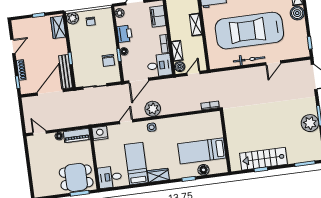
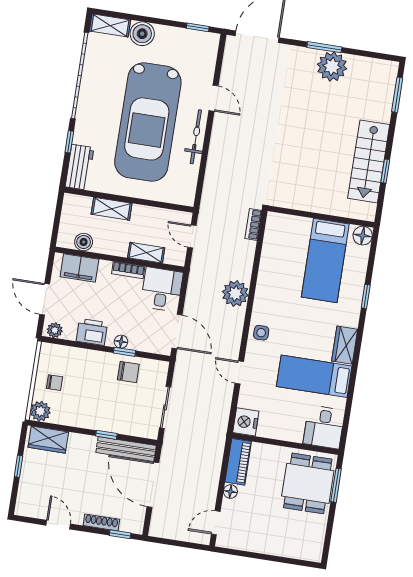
boiler: (180, 67) -> (84, 242), moved
plant: (153, 109) -> (235, 293), moved
floor lamp: (203, 170) -> (363, 236), moved

